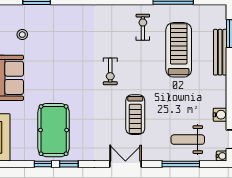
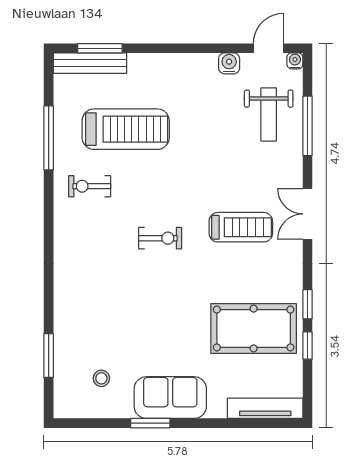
treadmill: (179, 50) -> (126, 129), turned 180
bench: (220, 52) -> (90, 63), moved
treadmill: (135, 115) -> (241, 227), moved

